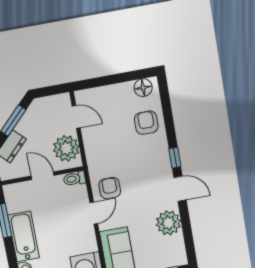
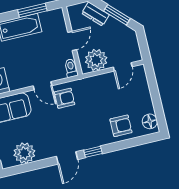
plant: (169, 223) -> (24, 153), moved

